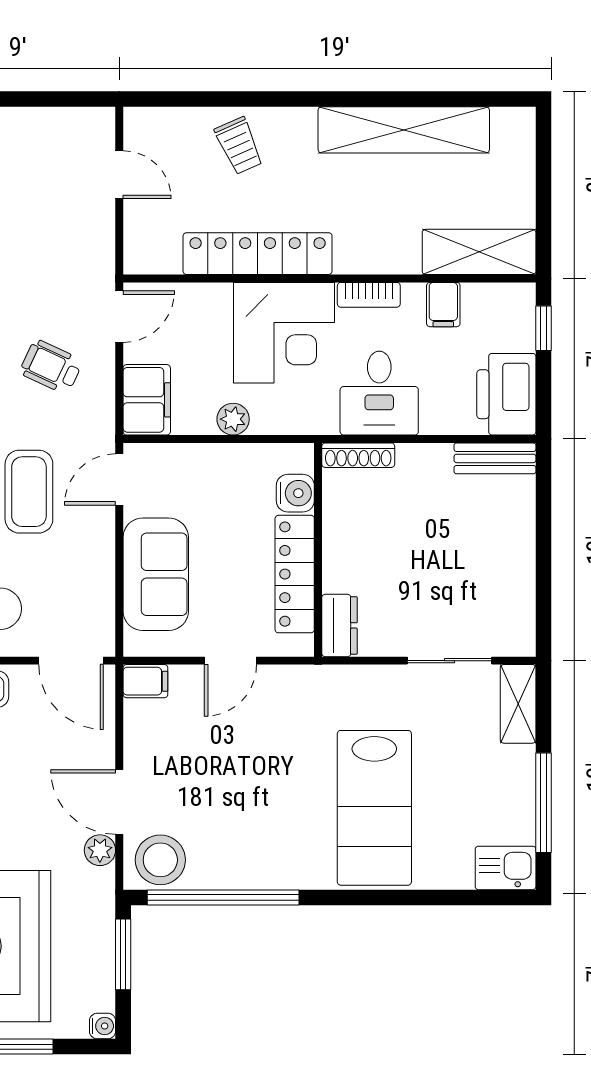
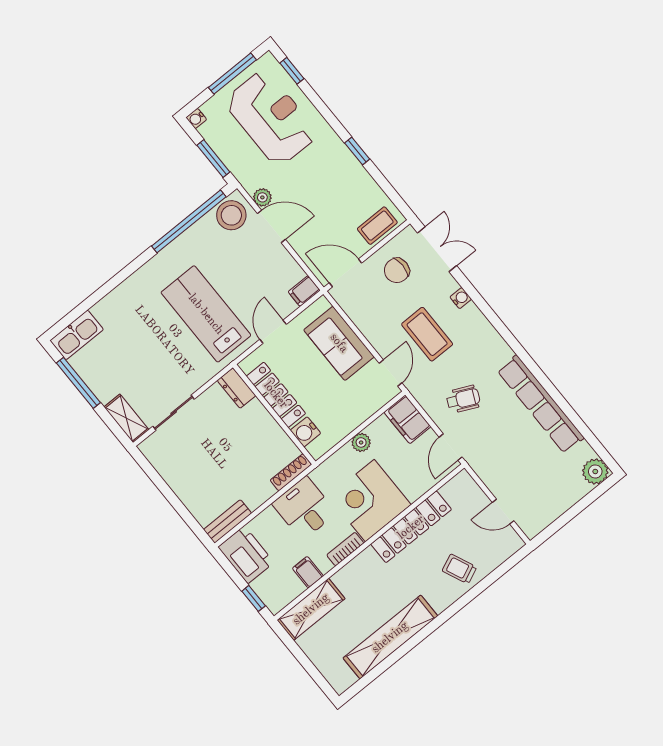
lab bench: (374, 808) -> (206, 314), moved
kitchen sink: (506, 868) -> (77, 335), width x1.38

